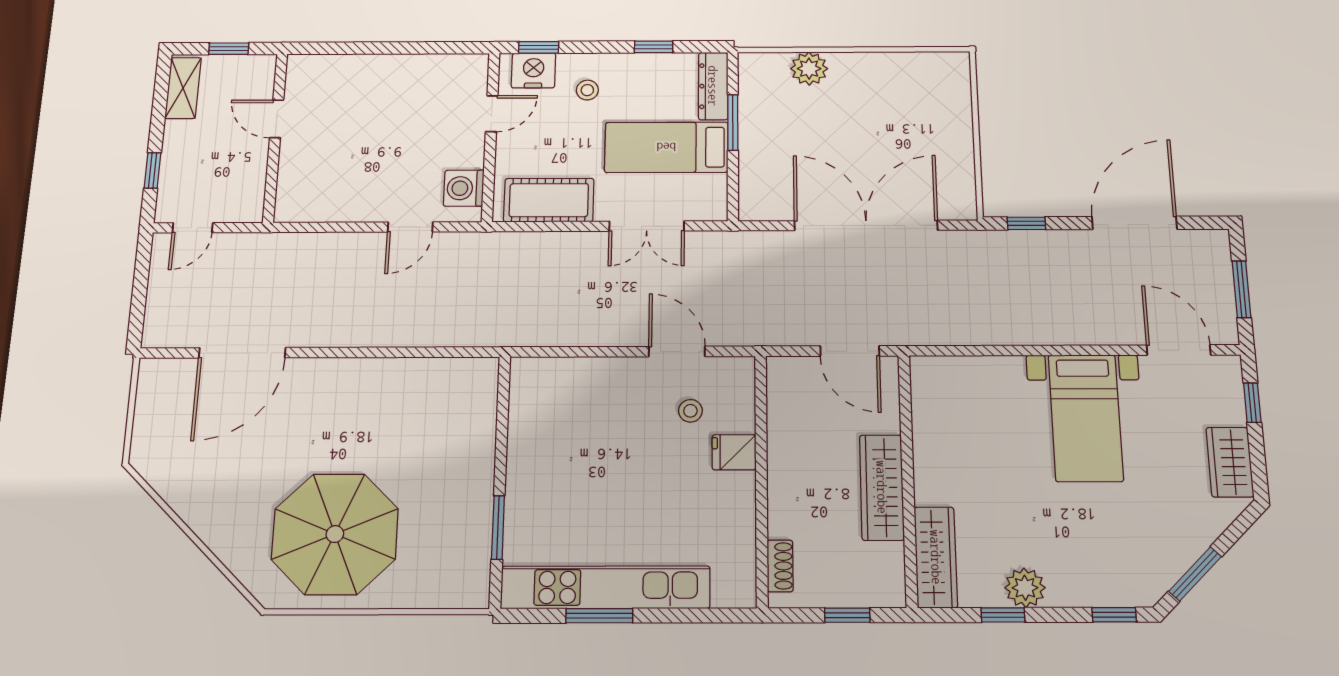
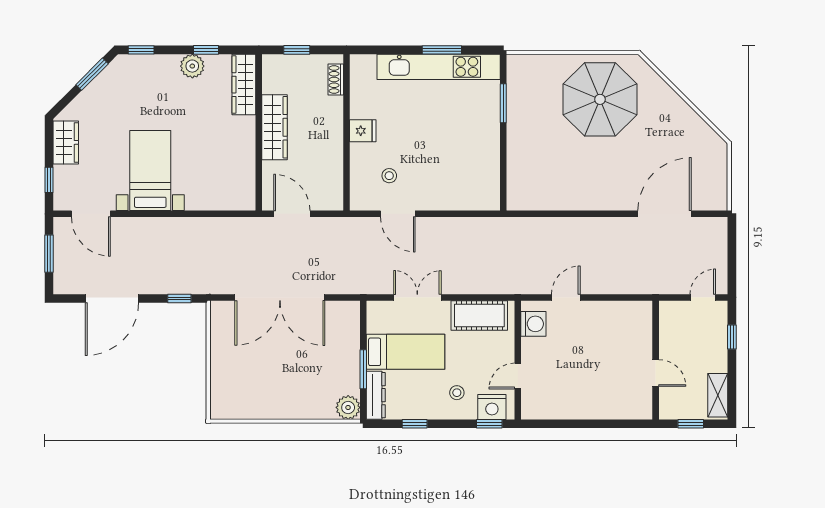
plant: (809, 69) -> (348, 407), moved
fridge: (734, 452) -> (363, 131), moved

